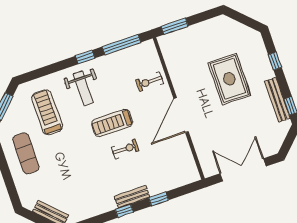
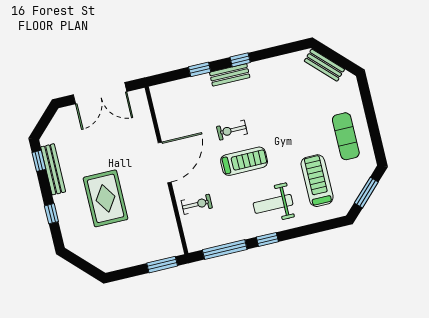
weight bench: (83, 88) -> (273, 204), turned -90
treadmill: (47, 112) -> (317, 181), turned 180

